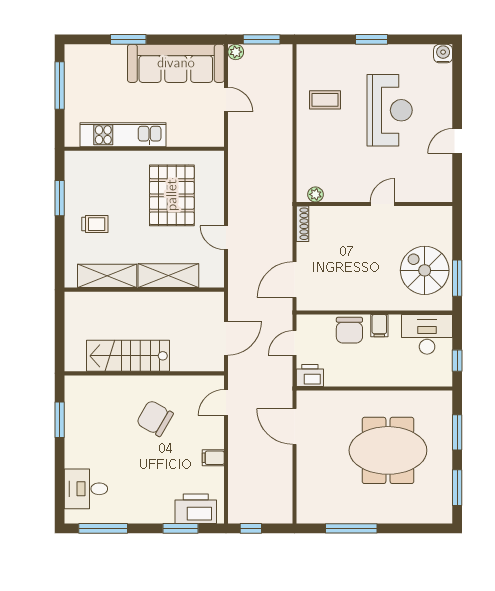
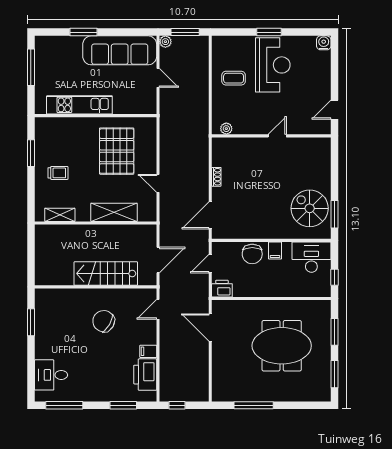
reception desk: (390, 110) -> (273, 65), moved
plant: (315, 194) -> (226, 129), moved
wall: (374, 204) -> (271, 136), moved
door: (382, 204) -> (277, 136), moved
shoe rack: (302, 224) -> (216, 177), width x0.70
shelving: (107, 276) -> (60, 215), width x0.67, depth x0.75
stairs: (128, 356) -> (106, 274), moved
printer: (196, 509) -> (145, 375), moved, turned -90

